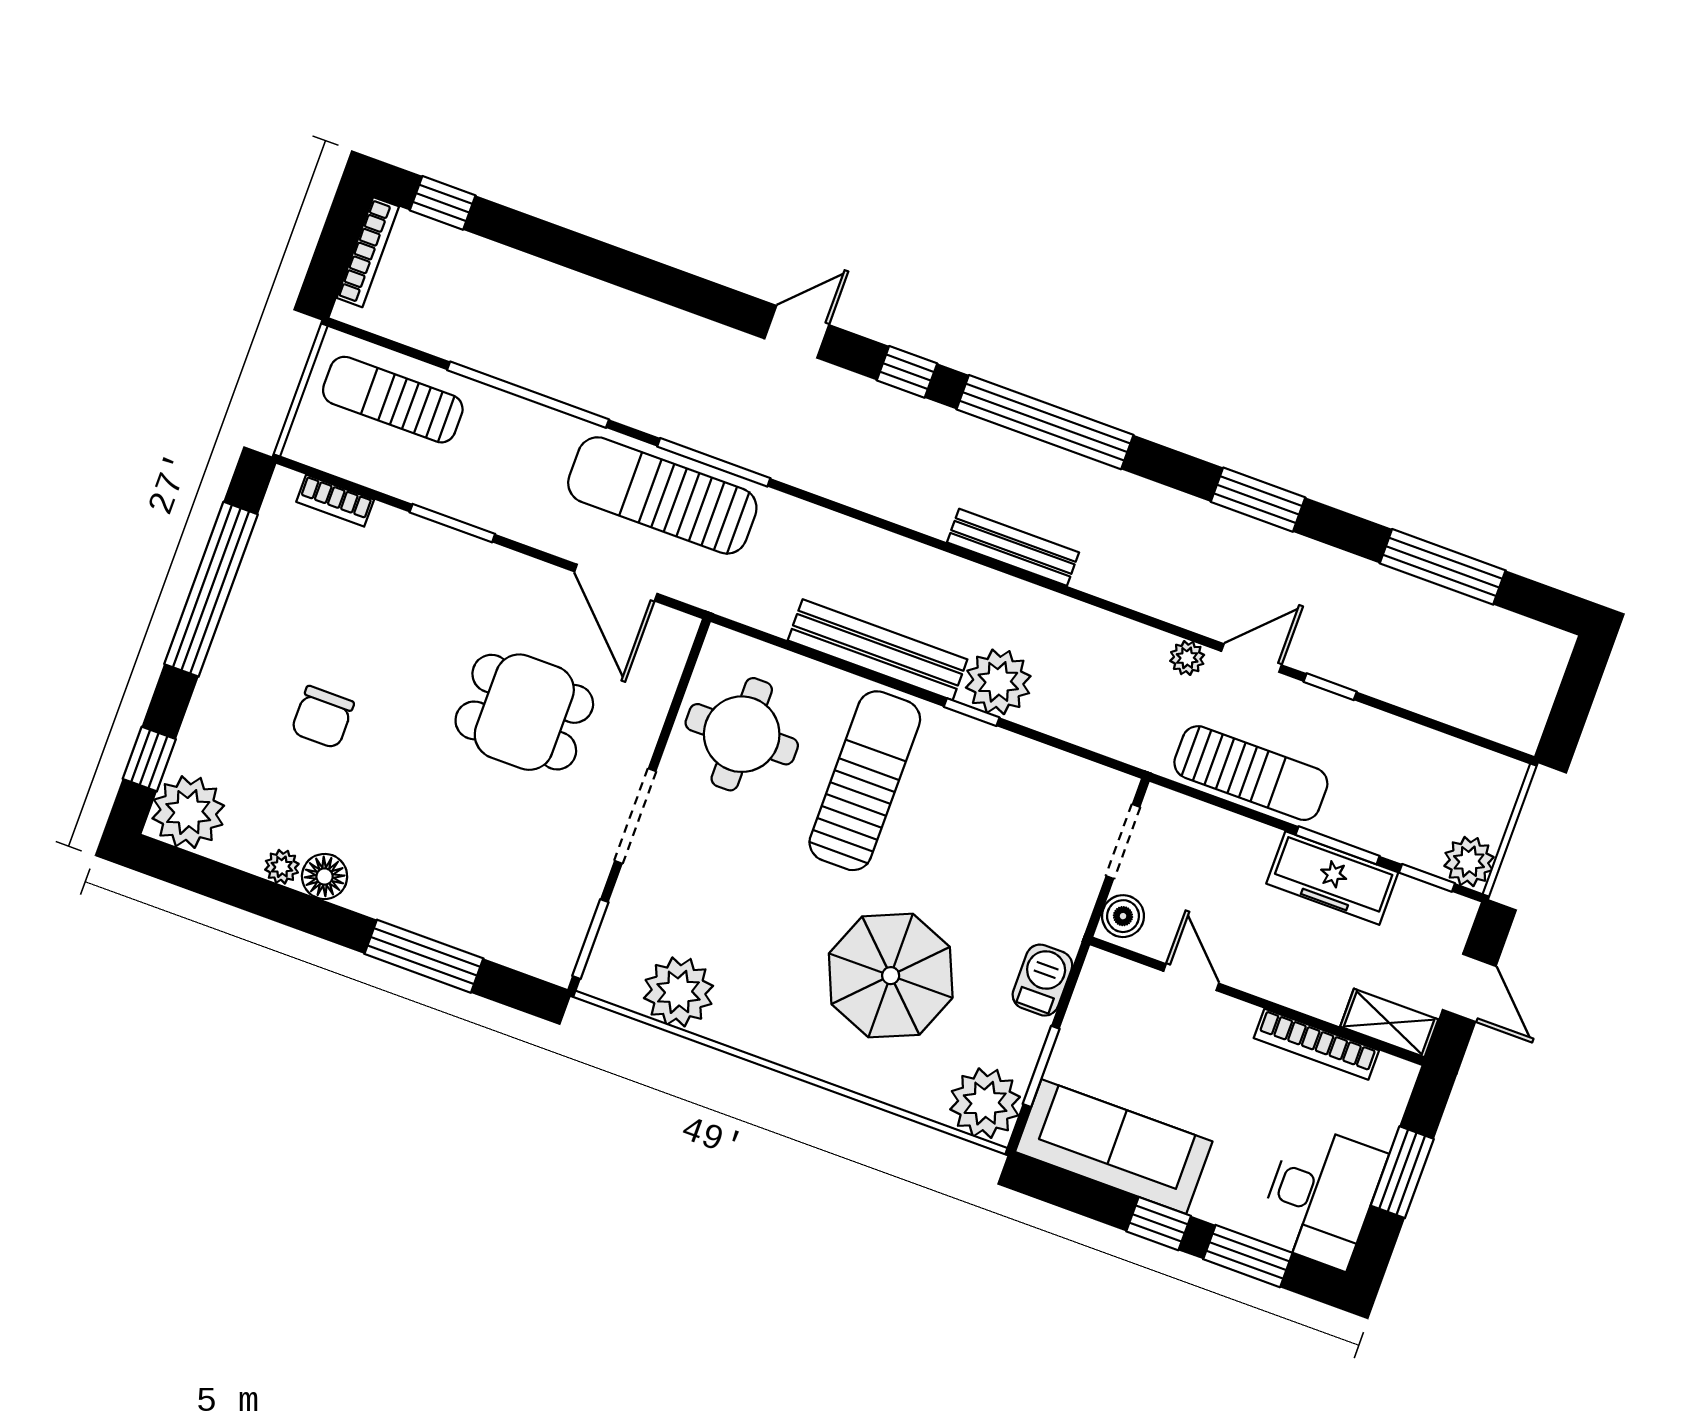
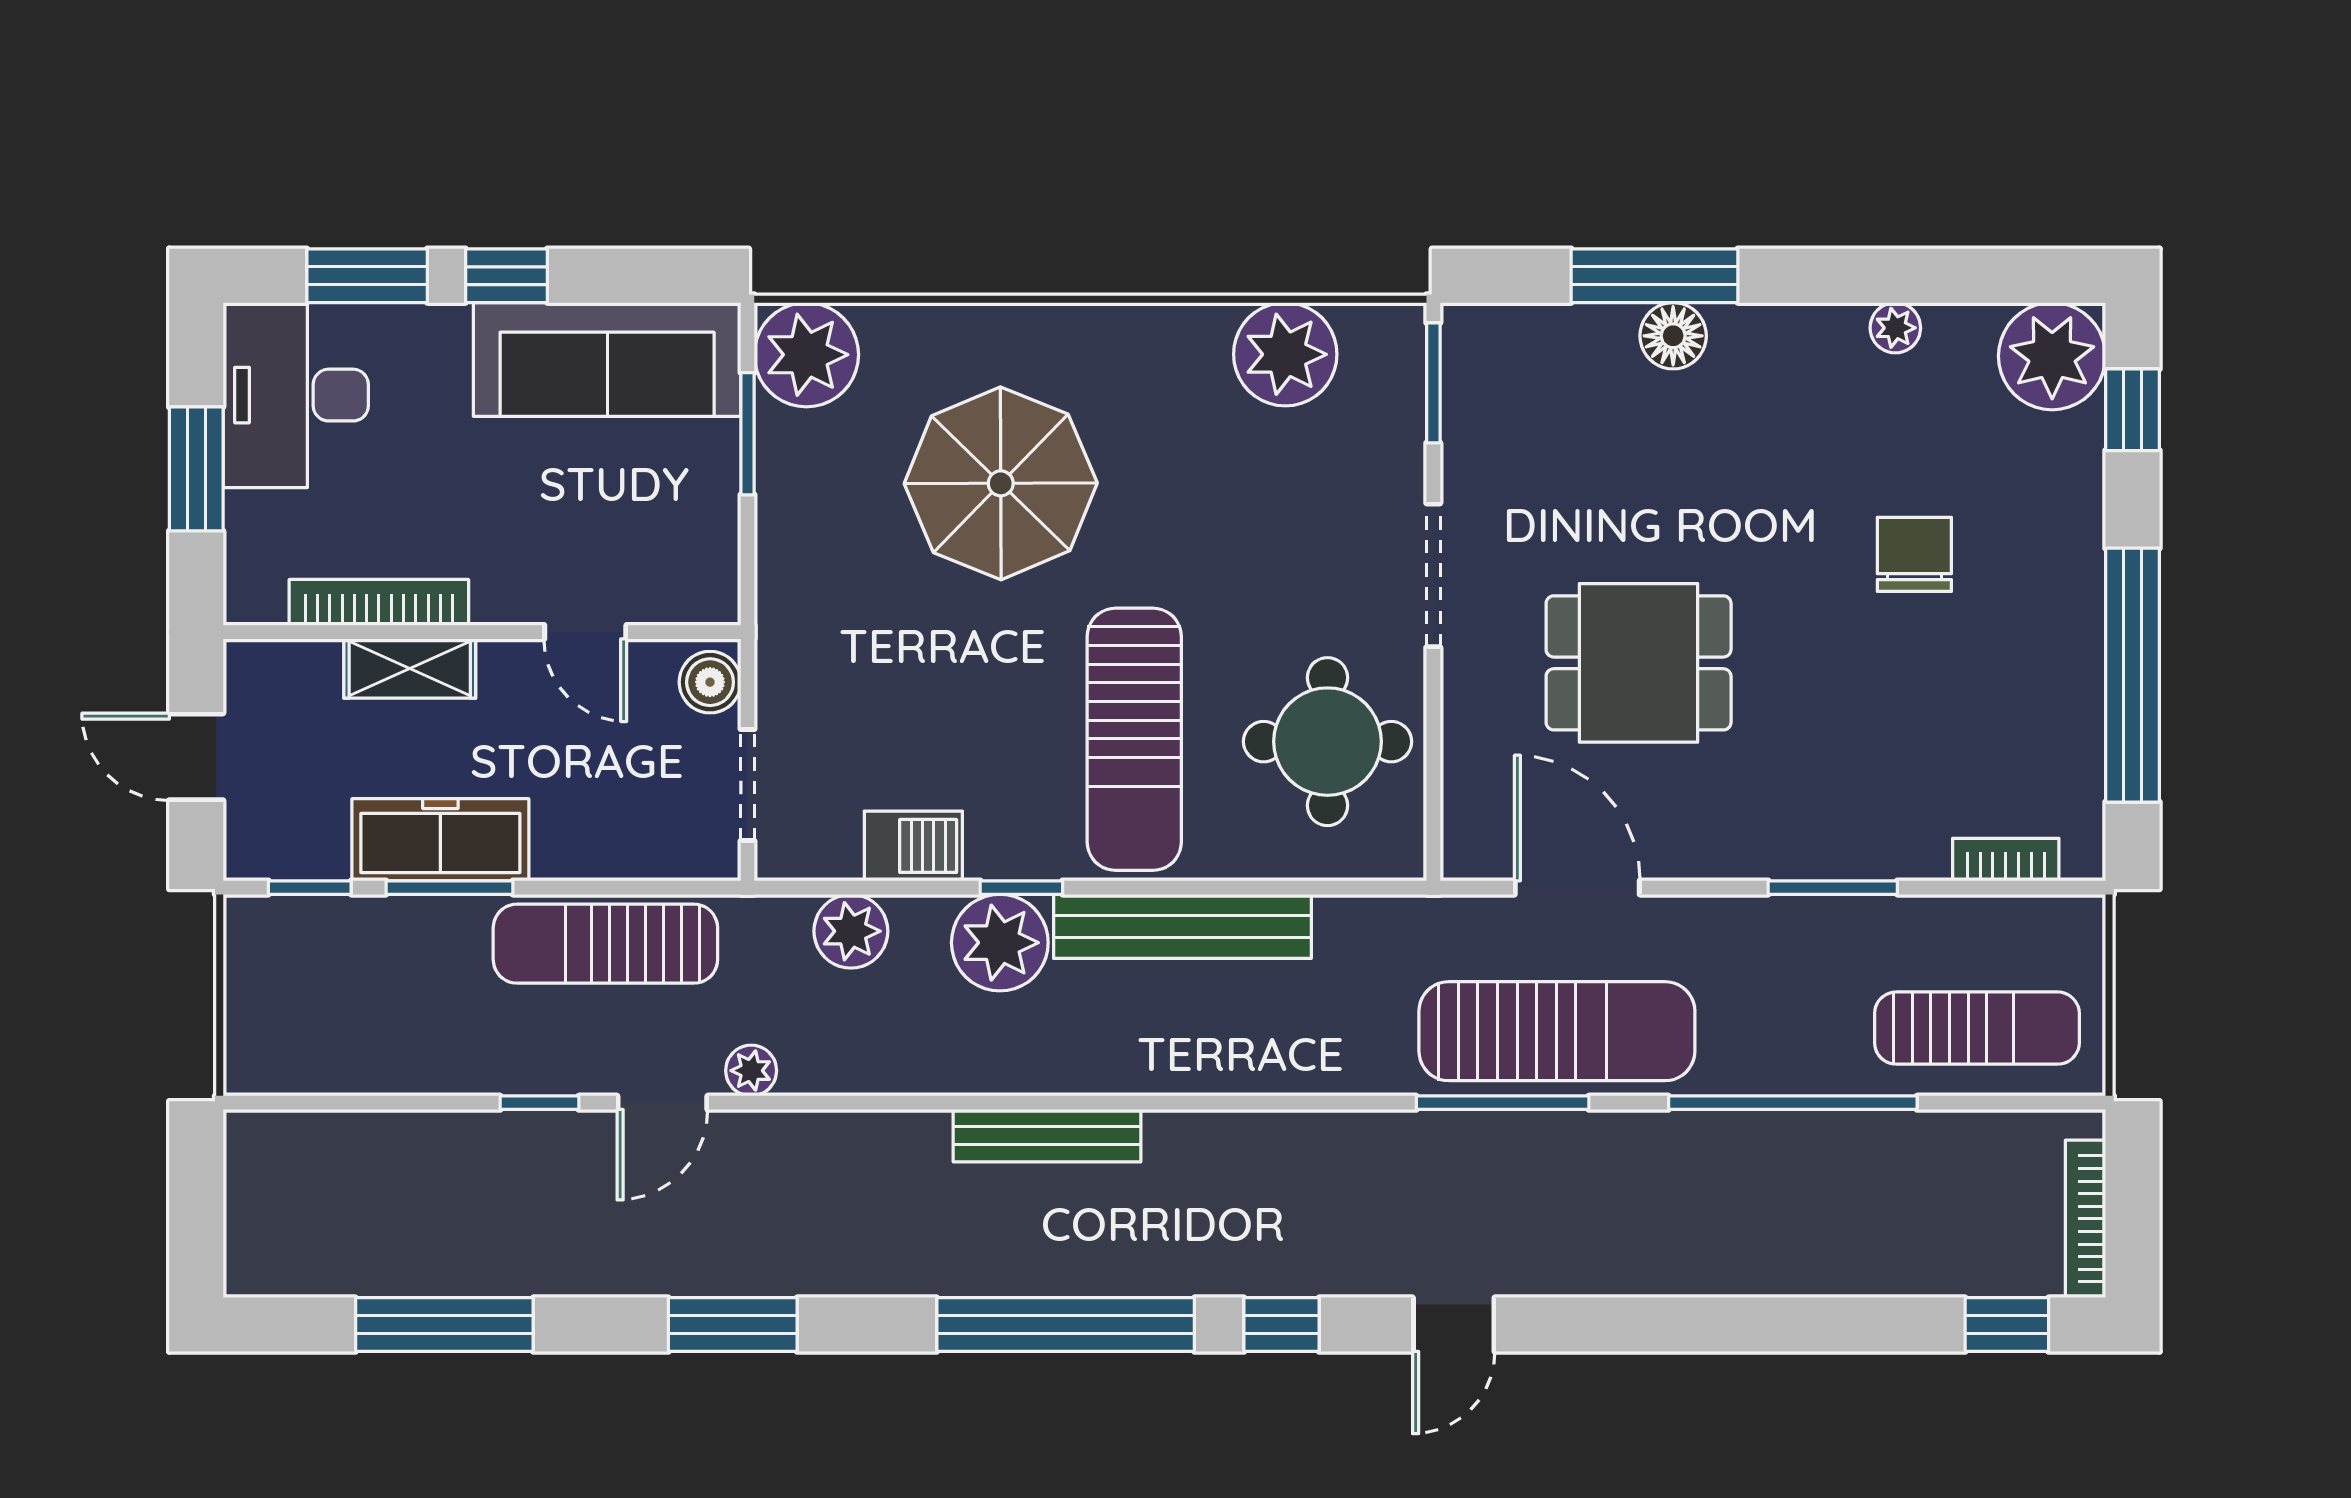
plant: (1469, 862) -> (851, 931), moved
floor lamp: (325, 876) -> (1673, 336), moved
barbecue: (1042, 980) -> (913, 846), moved, turned -90
shelving: (1389, 1023) -> (410, 668), moved

